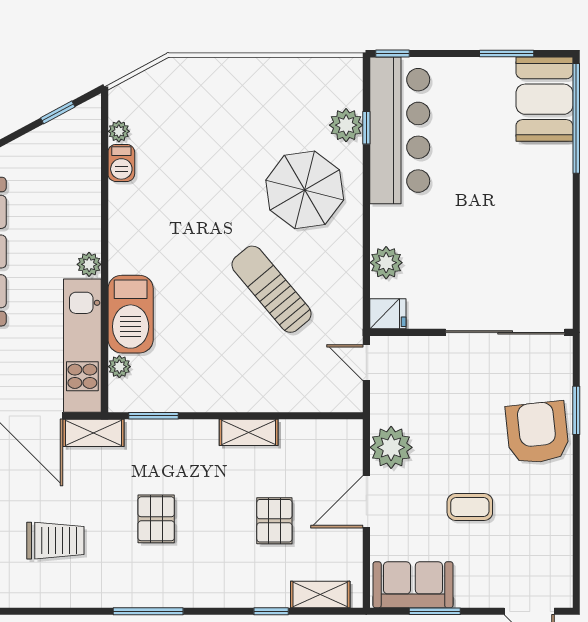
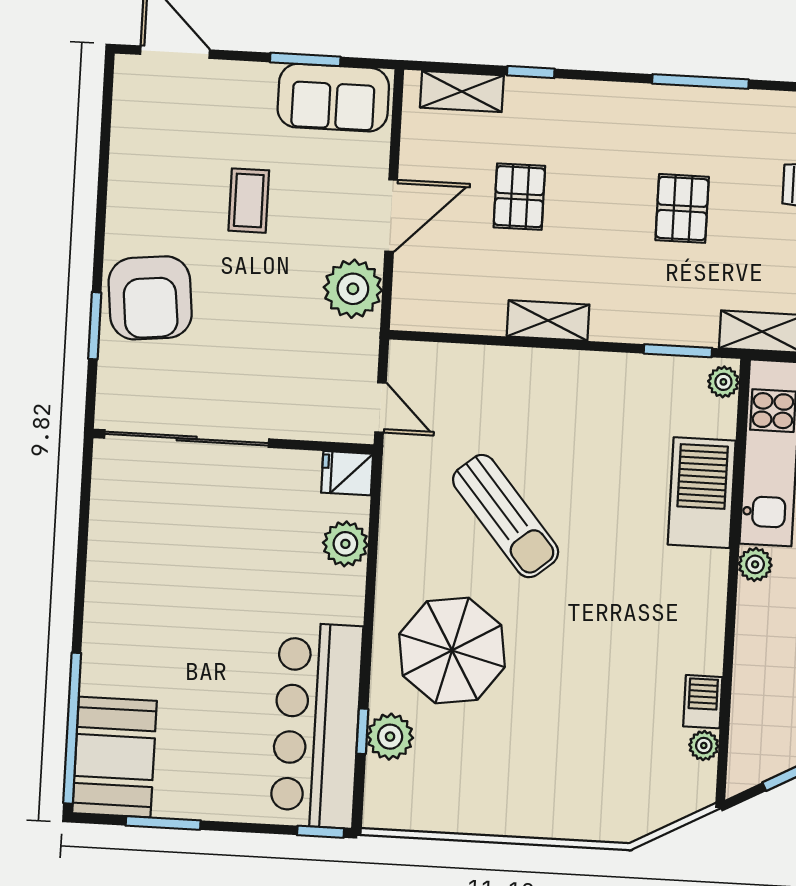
plant: (119, 367) -> (723, 382), moved
coffee table: (470, 507) -> (249, 201), turned 90

